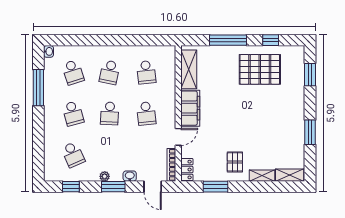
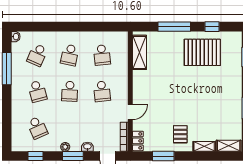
school desk: (73, 72) -> (37, 55), turned 42
filing cabinet: (190, 108) -> (141, 87), removed

